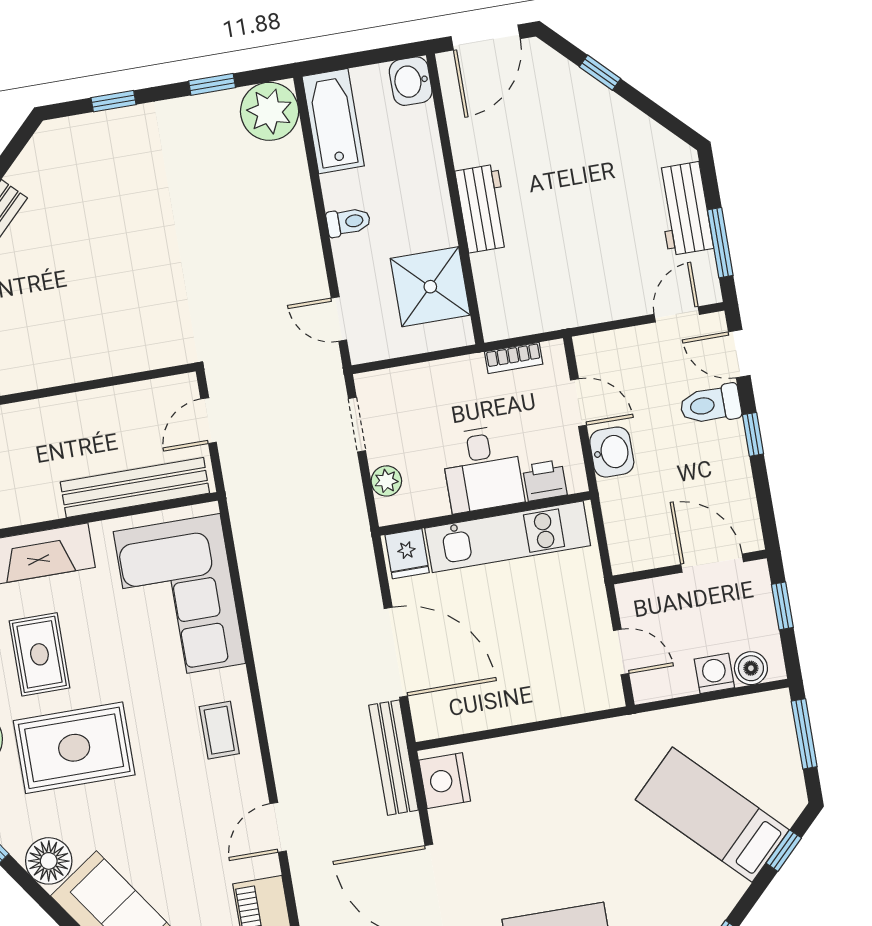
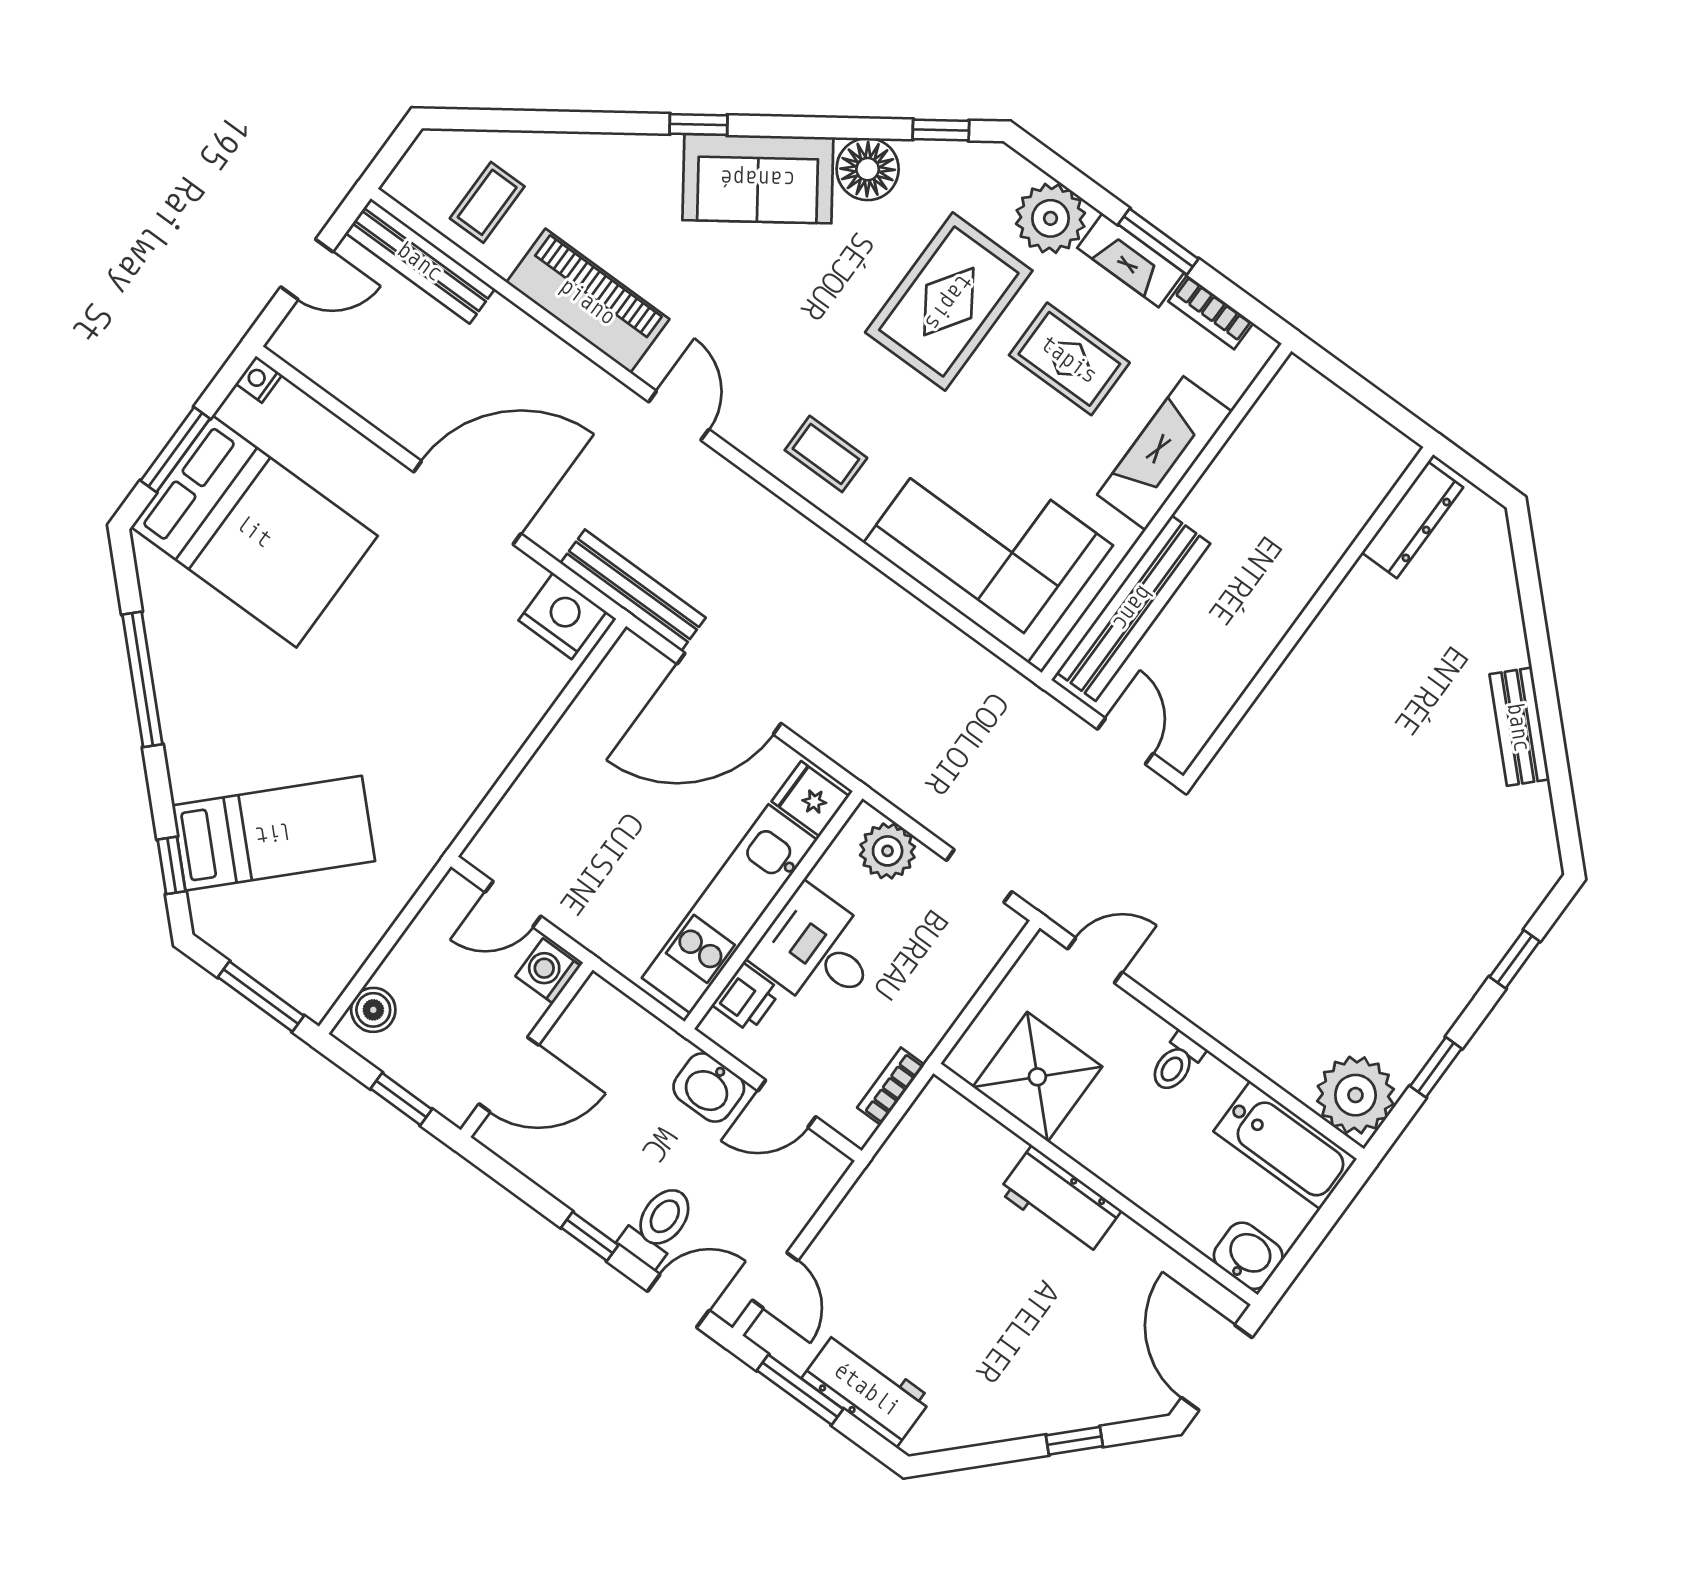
plant: (386, 481) -> (888, 851), width x1.38, depth x1.38
washing machine: (714, 673) -> (548, 971), moved, turned 180

